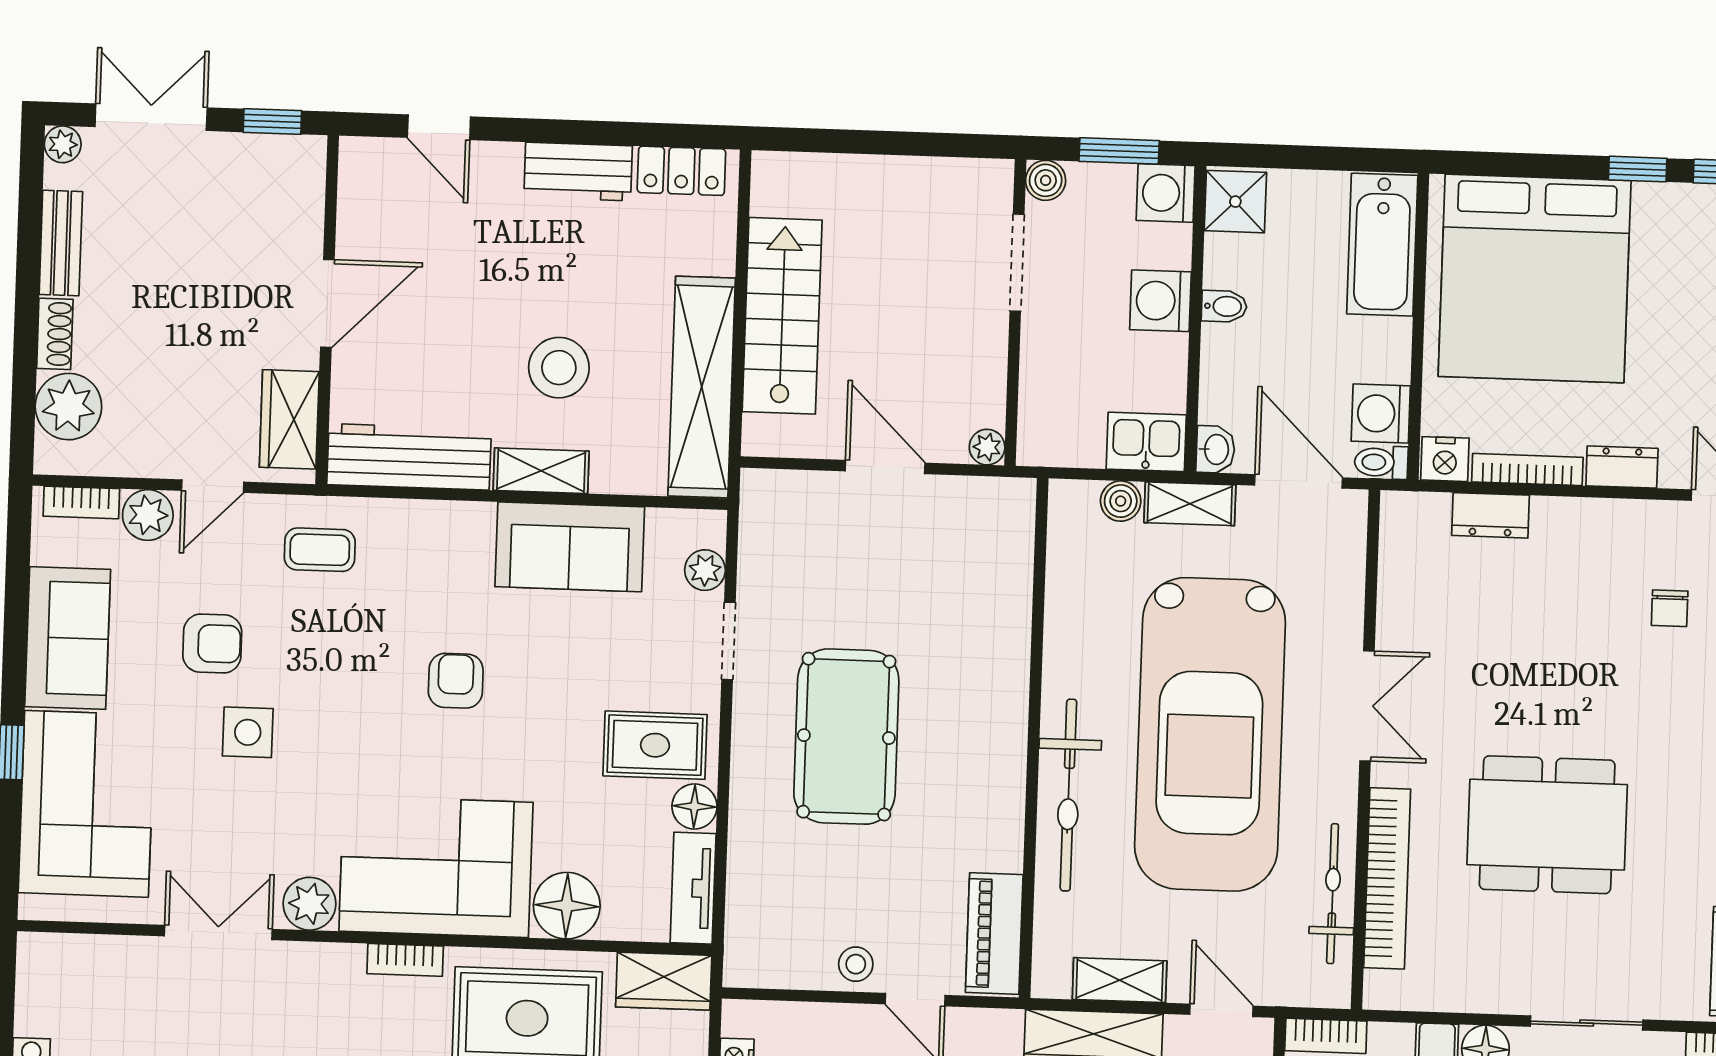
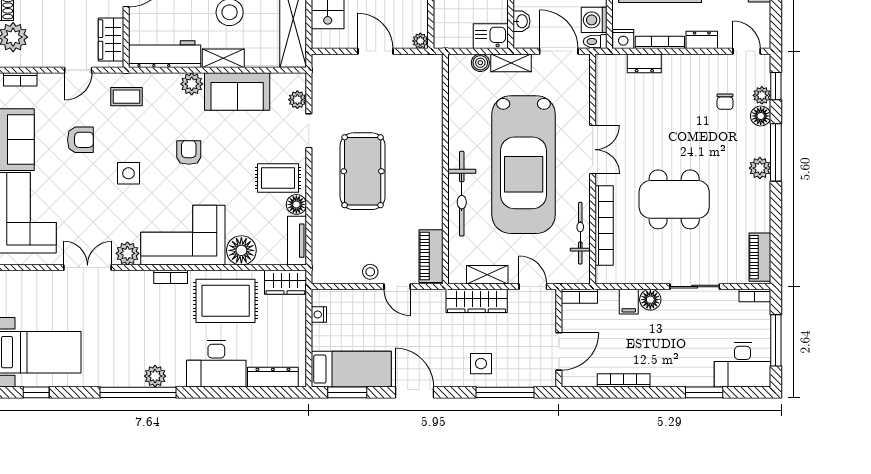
washbasin: (1215, 449) -> (522, 21), moved
plant: (148, 515) -> (192, 84), moved
side table: (248, 732) -> (128, 173), moved

